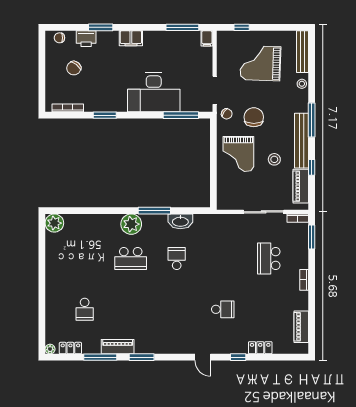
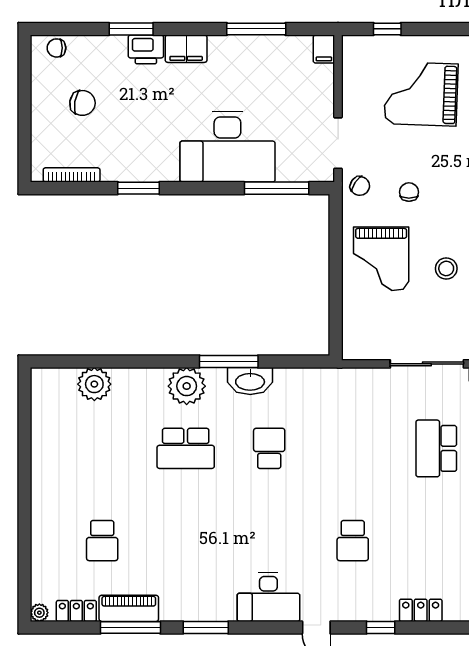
window: (182, 27) -> (256, 29), moved
printer: (86, 39) -> (146, 49), moved
chair: (74, 68) -> (83, 103), turned -120
chair: (254, 117) -> (409, 192), width x0.54, depth x0.54
washbasin: (180, 221) -> (250, 381), moved
plant: (54, 223) -> (94, 384), moved
school desk: (223, 309) -> (353, 541), turned 90
desk: (176, 340) -> (268, 597), added
piano: (118, 347) -> (129, 608), moved

